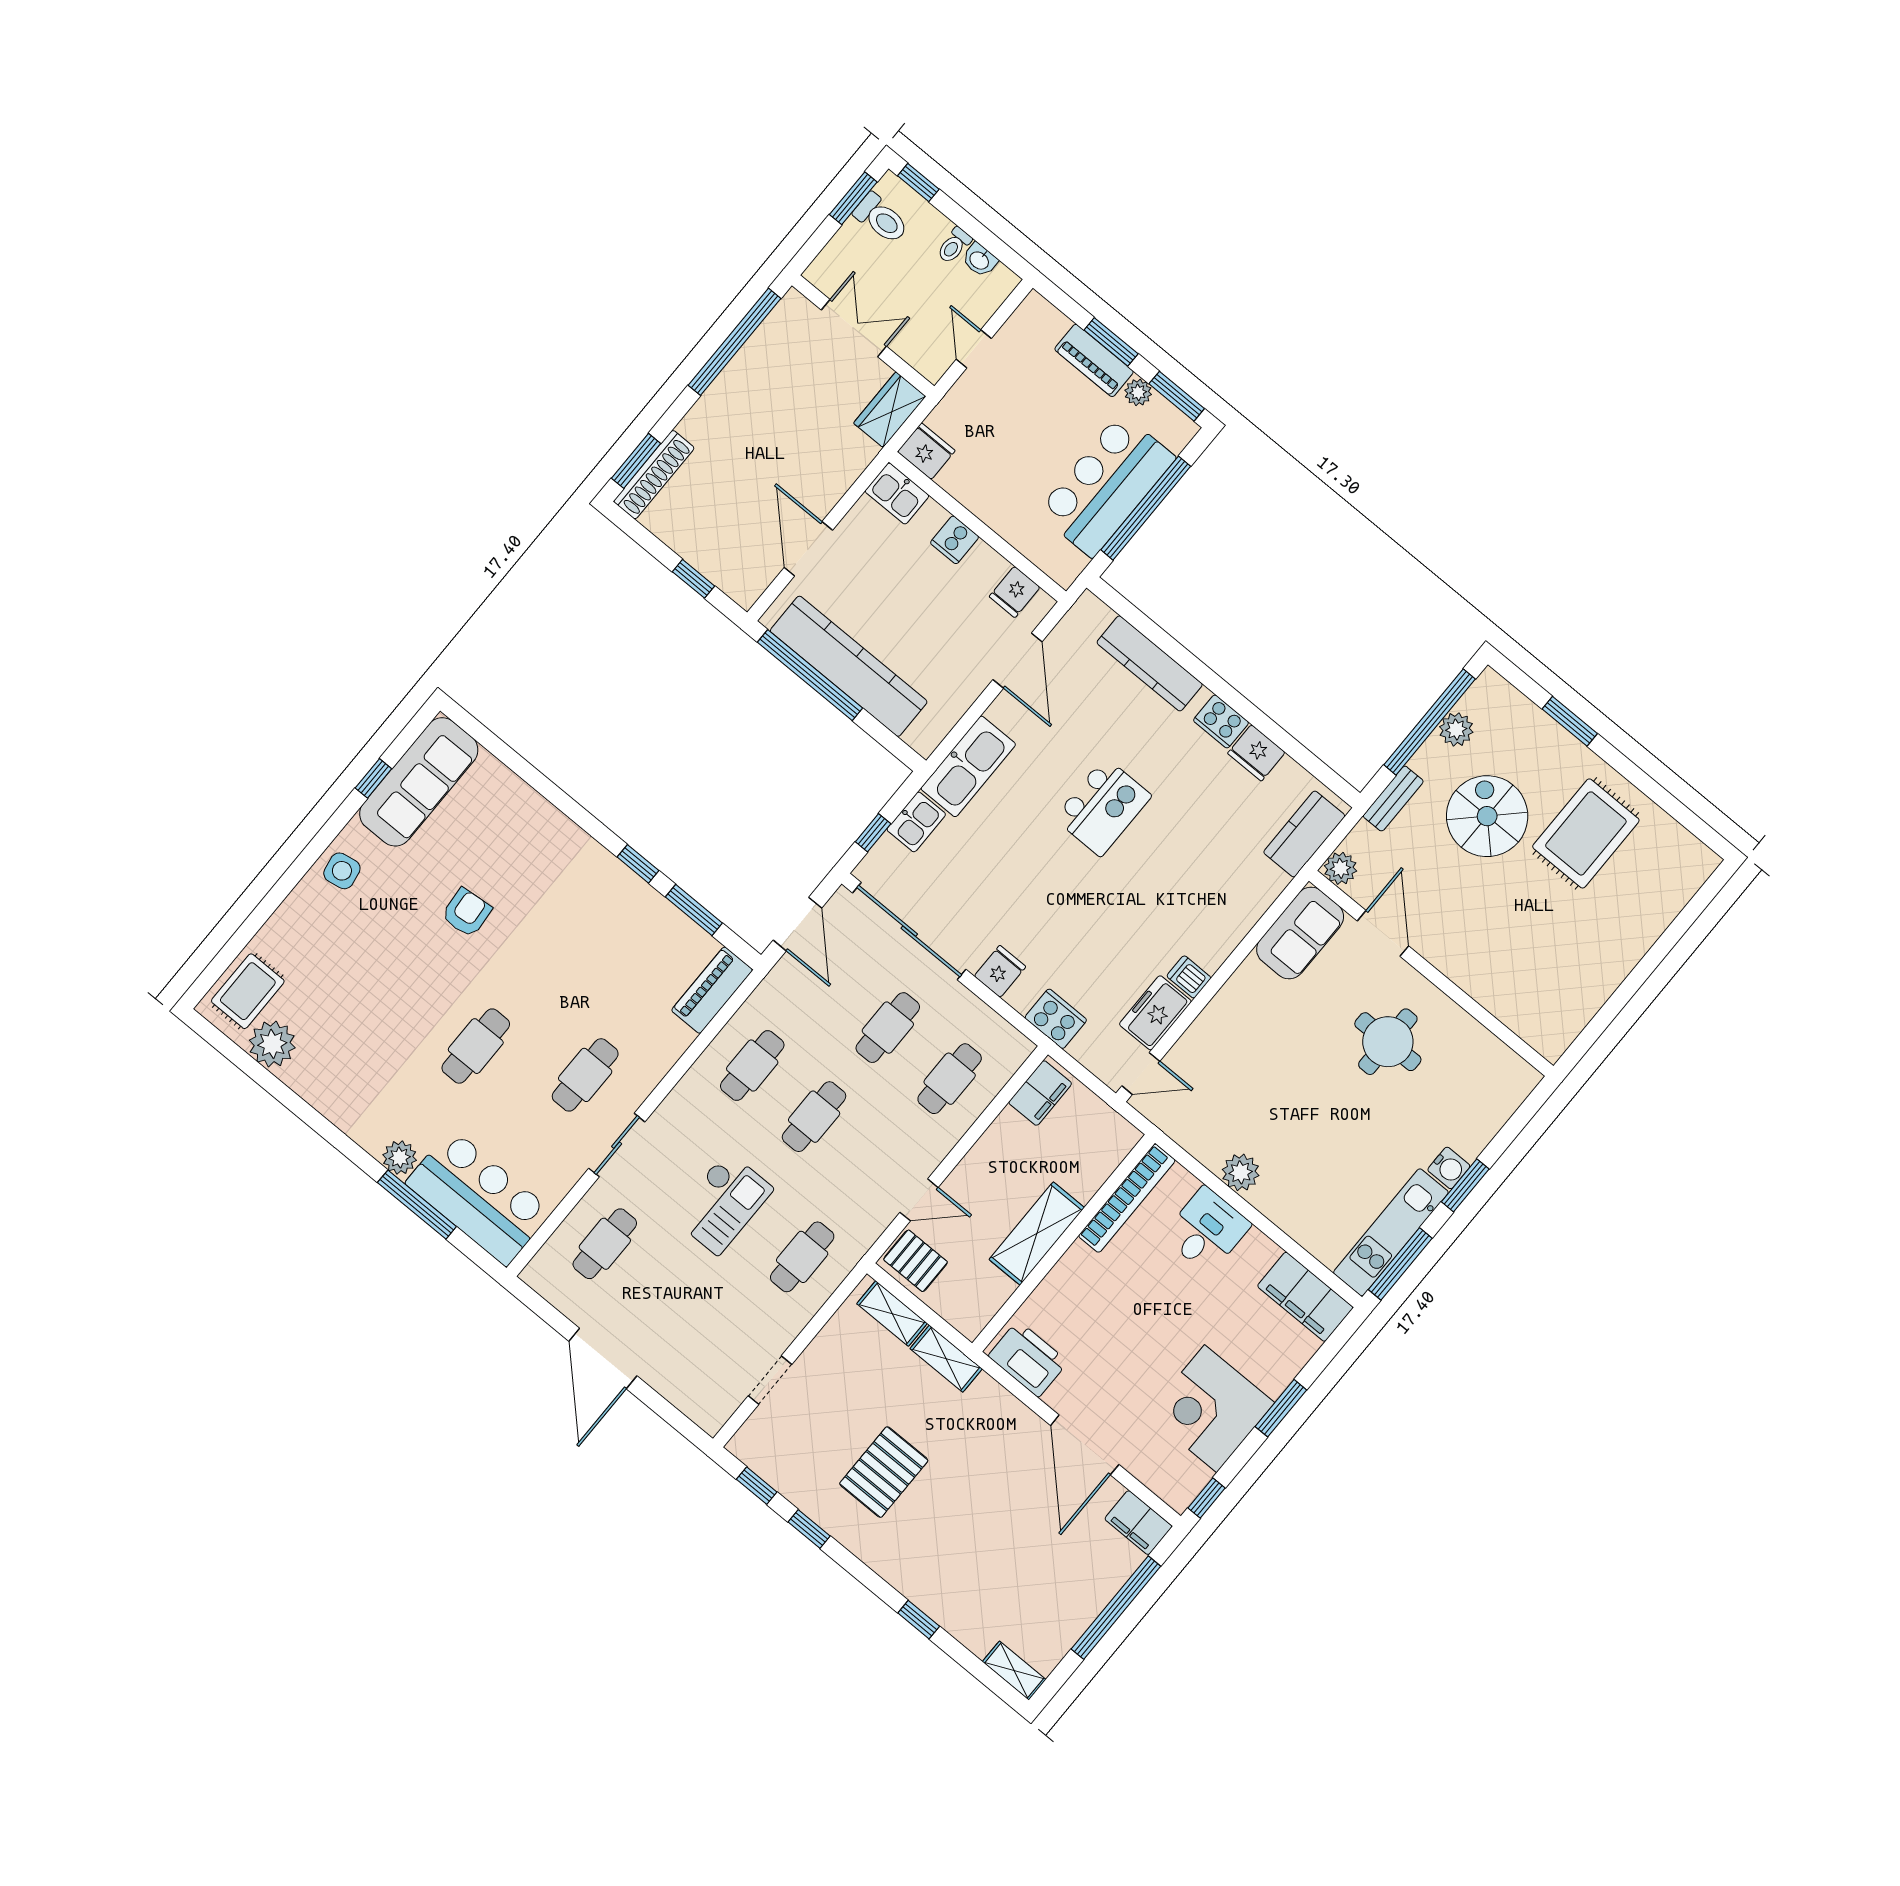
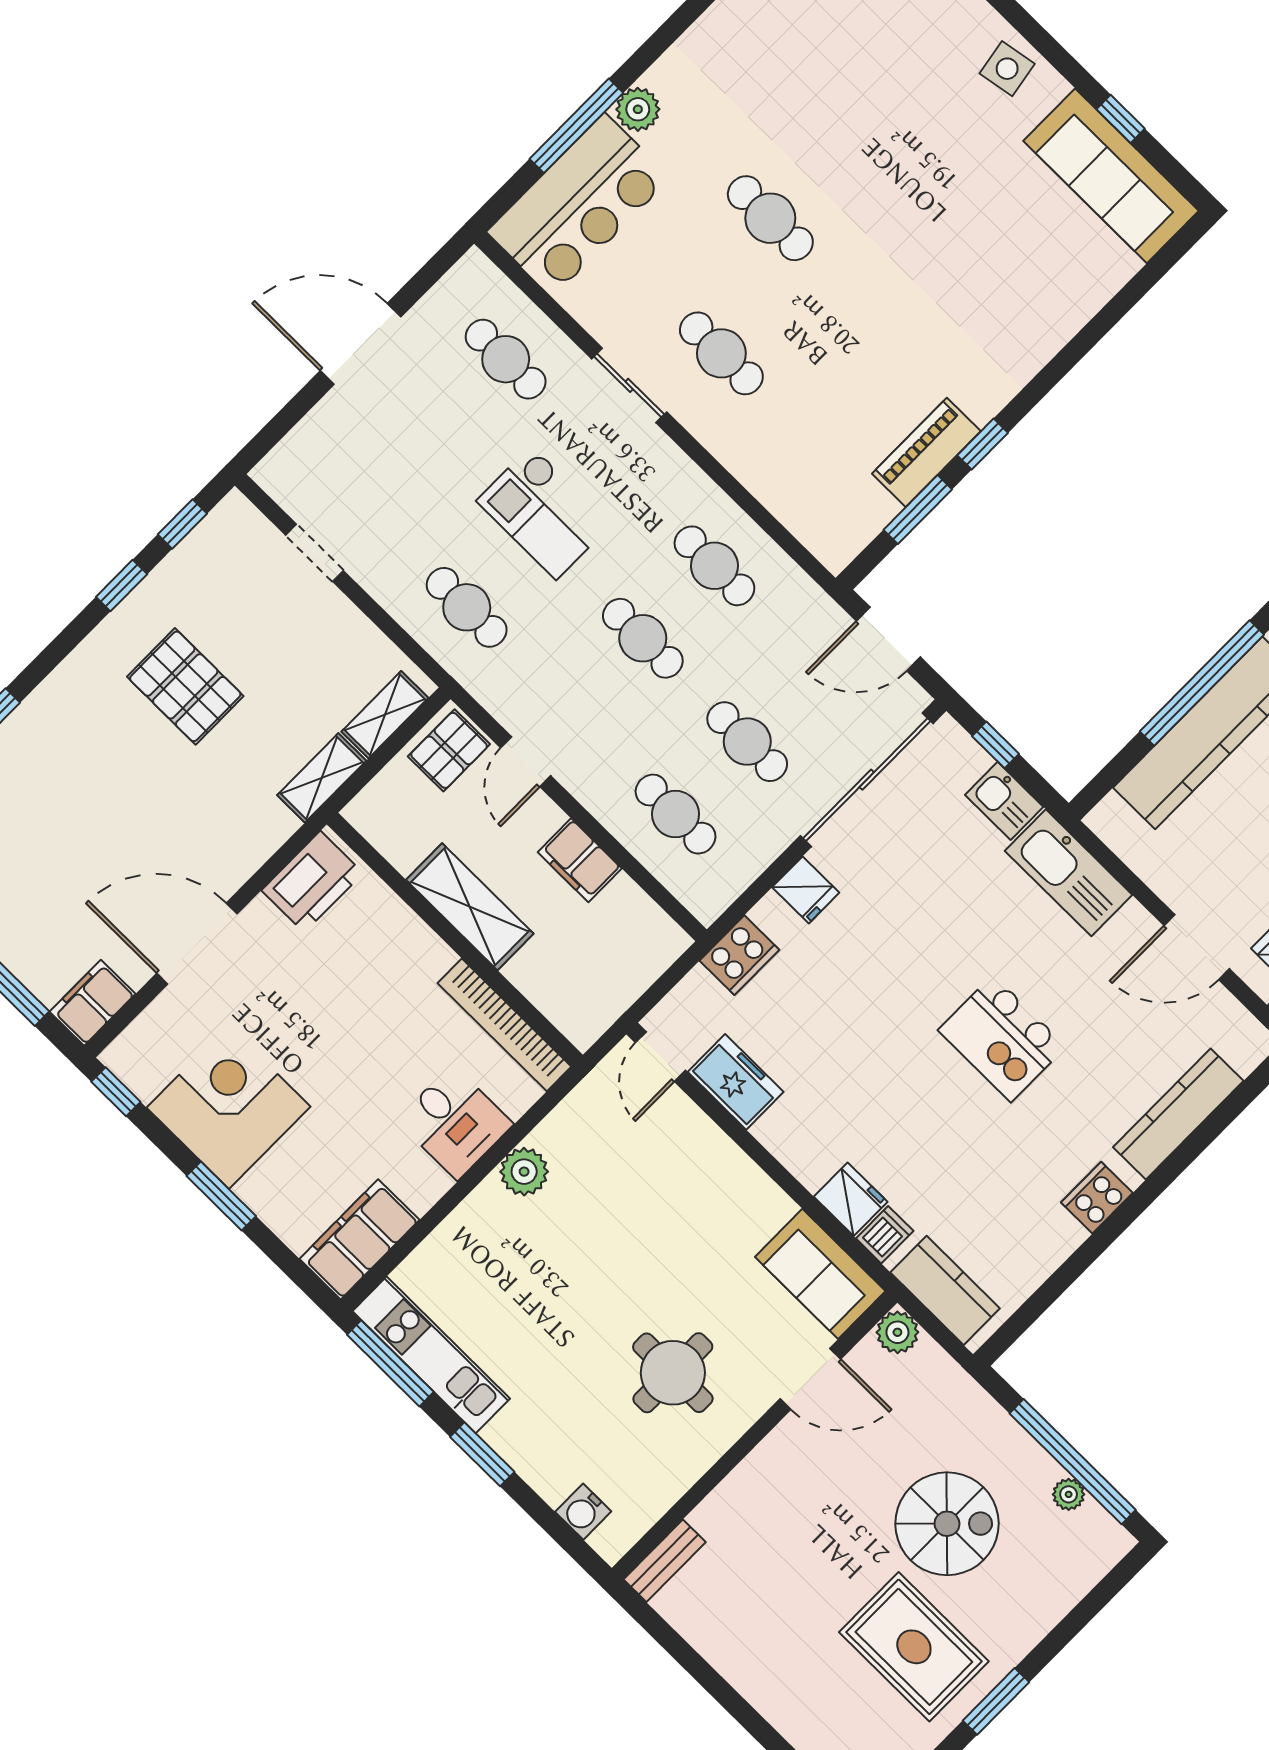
window: (1570, 721) -> (996, 1701), moved
plant: (1456, 729) -> (1069, 1494), width x0.73, depth x0.73
fridge: (1256, 753) -> (851, 1199), moved, turned 90
bench: (1393, 799) -> (665, 1561), moved, turned 90
armchair: (467, 913) -> (940, 222), removed
dishwasher: (1189, 977) -> (885, 1235), moved
piano: (712, 990) -> (926, 452), moved, turned -90
filing cabinet: (1040, 1093) -> (580, 860), moved
water cooler: (1449, 1168) -> (583, 1512), moved

